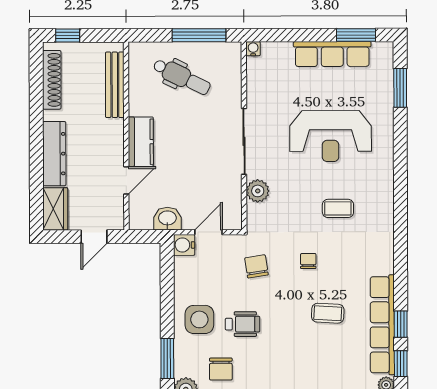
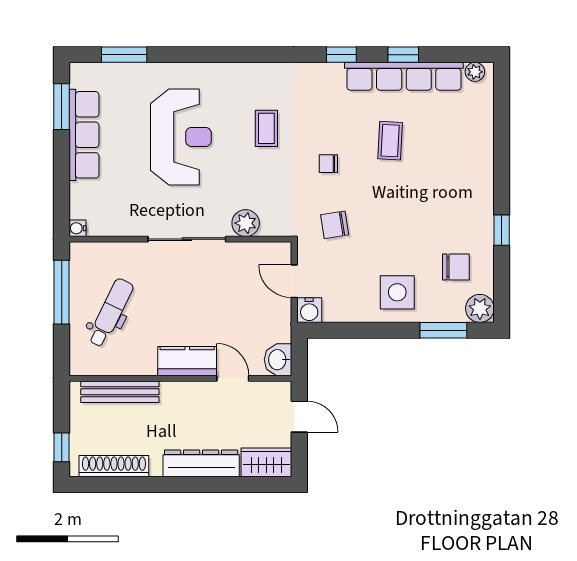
washbasin: (167, 219) -> (278, 360), moved
wheelchair: (243, 324) -> (403, 241), removed
window: (401, 364) -> (341, 55), moved

